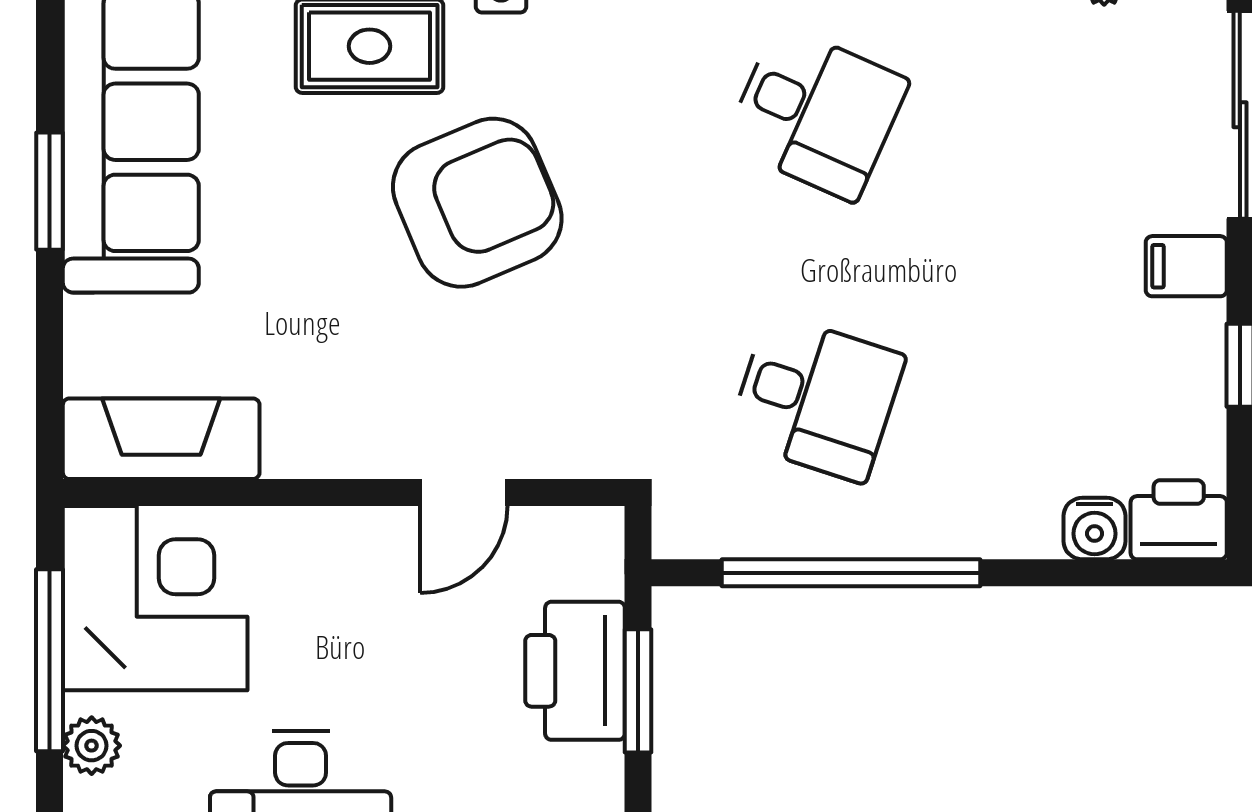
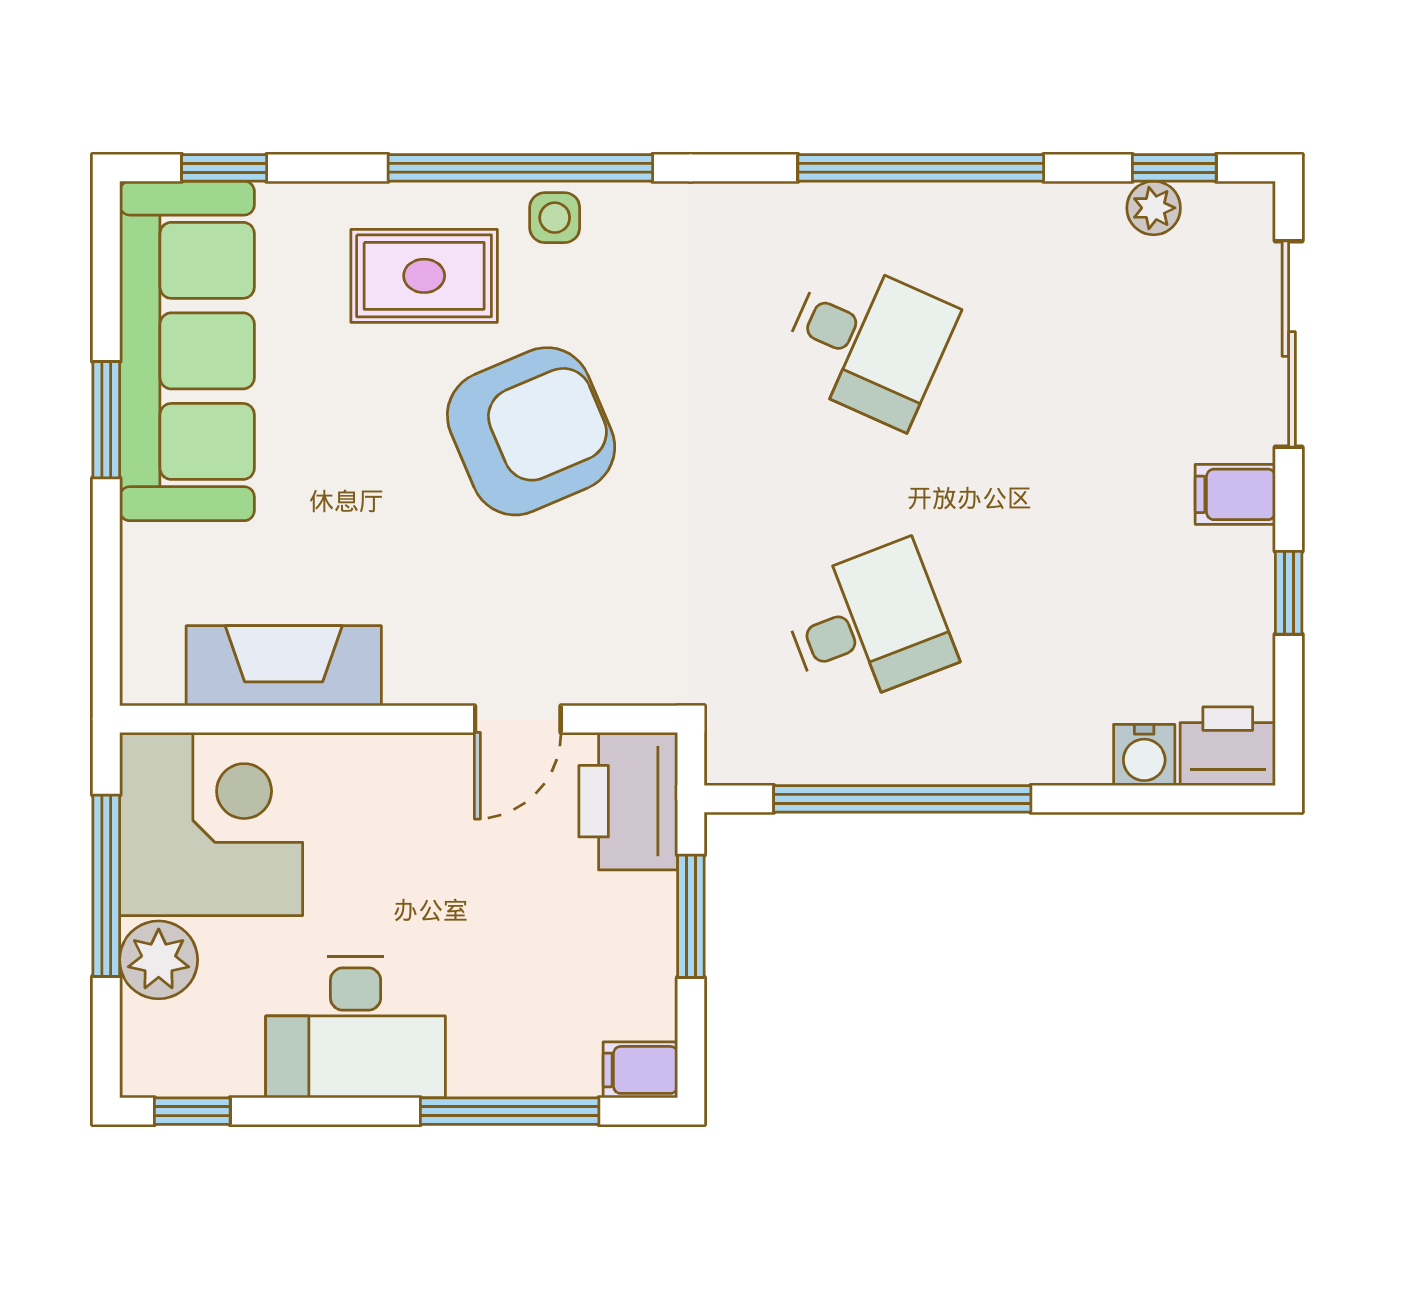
desk: (816, 398) -> (868, 625), turned -39
fireplace: (161, 439) -> (284, 666), moved
printer: (575, 671) -> (628, 801), moved
plant: (92, 746) -> (159, 960), width x1.38, depth x1.38

